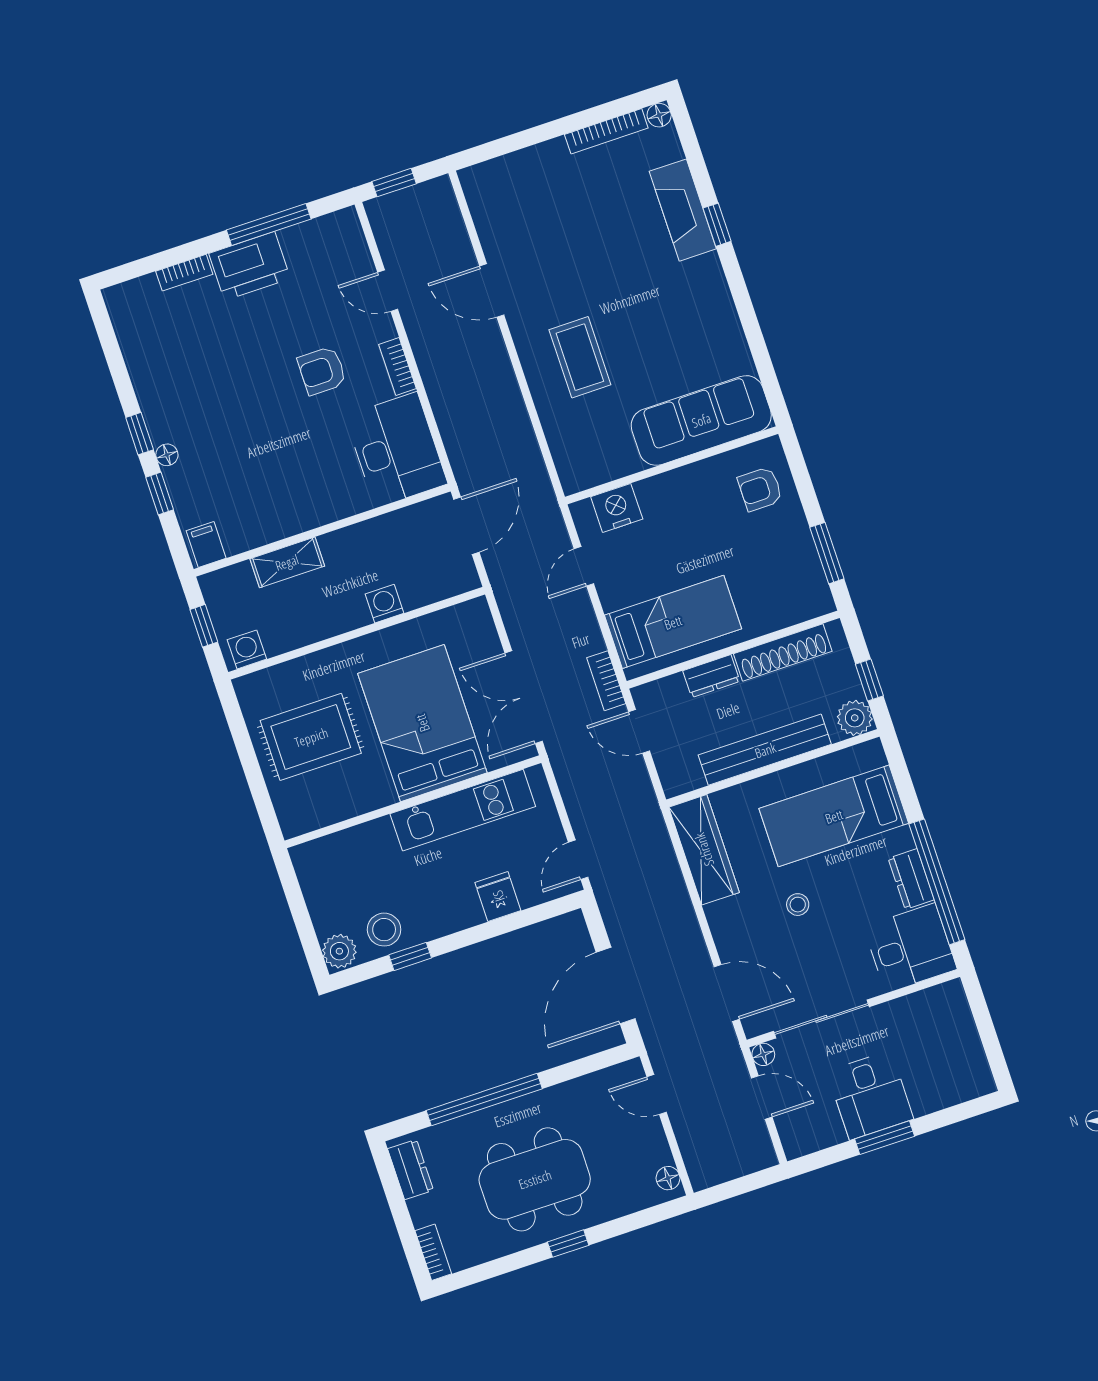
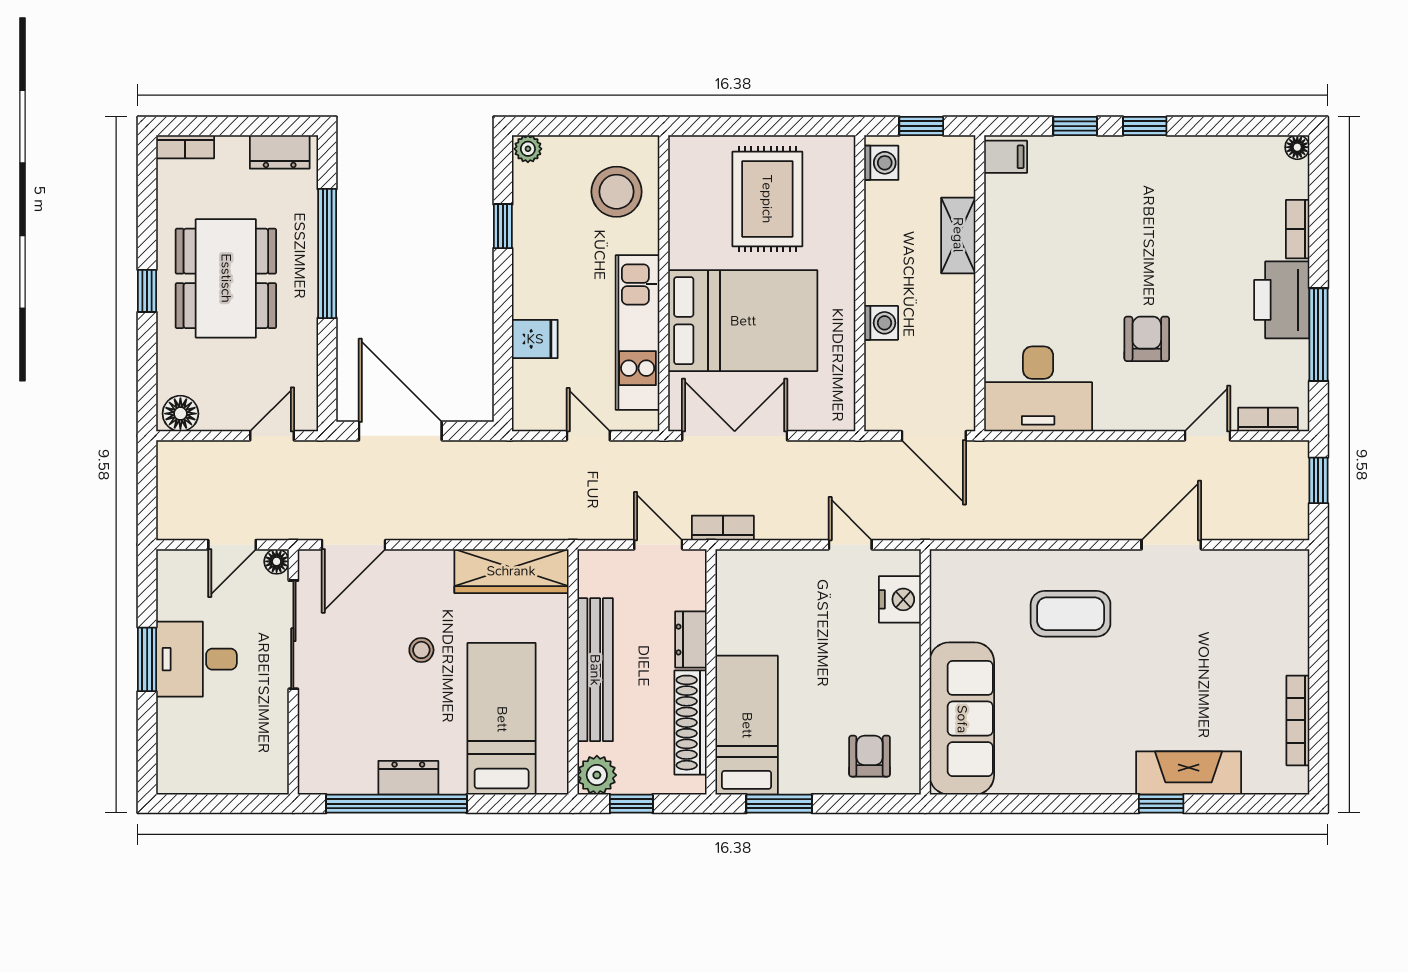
floor lamp: (659, 115) -> (1296, 781), removed
bookcase: (397, 366) -> (1268, 419), moved
floor lamp: (167, 455) -> (1297, 147), moved
bed: (673, 622) -> (747, 725), moved, turned 180
door: (639, 731) -> (658, 545), hinge flipped
door: (578, 860) -> (588, 436), moved
stool: (384, 930) -> (617, 192), moved, width x1.38, depth x1.38
desk: (910, 948) -> (337, 753), removed
plant: (339, 951) -> (528, 149), width x0.73, depth x0.73
floor lamp: (668, 1178) -> (180, 414), width x1.37, depth x1.37

